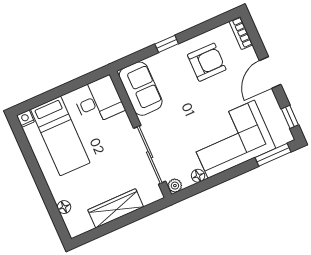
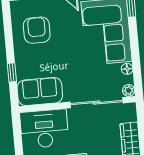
window: (167, 44) -> (12, 72), moved
desk: (98, 101) -> (44, 129), width x1.37

